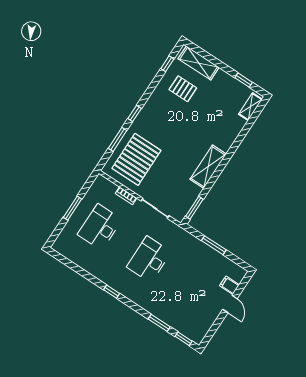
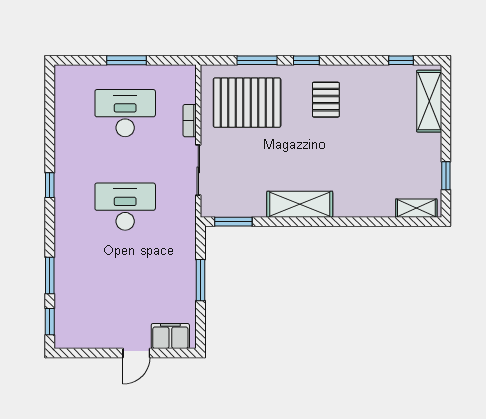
pallet: (183, 89) -> (326, 100), moved
filing cabinet: (229, 285) -> (170, 336), width x2.00

